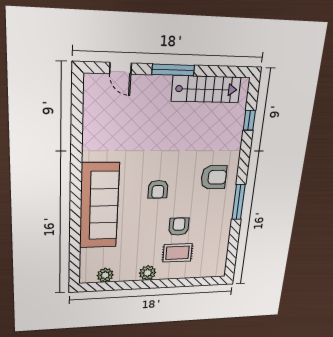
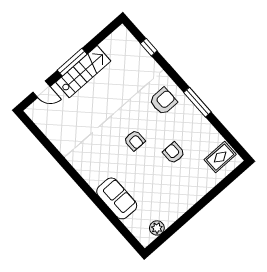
stairs: (206, 89) -> (83, 72), moved
sofa: (99, 206) -> (117, 198), width x0.54, depth x0.79
rug: (178, 253) -> (220, 157), moved
plant: (148, 273) -> (185, 203), removed

